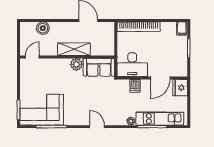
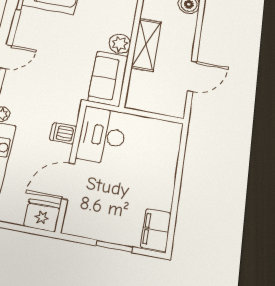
bookcase: (138, 27) -> (169, 159), removed
filing cabinet: (182, 28) -> (156, 230), width x2.00
door: (160, 78) -> (68, 181), hinge flipped

